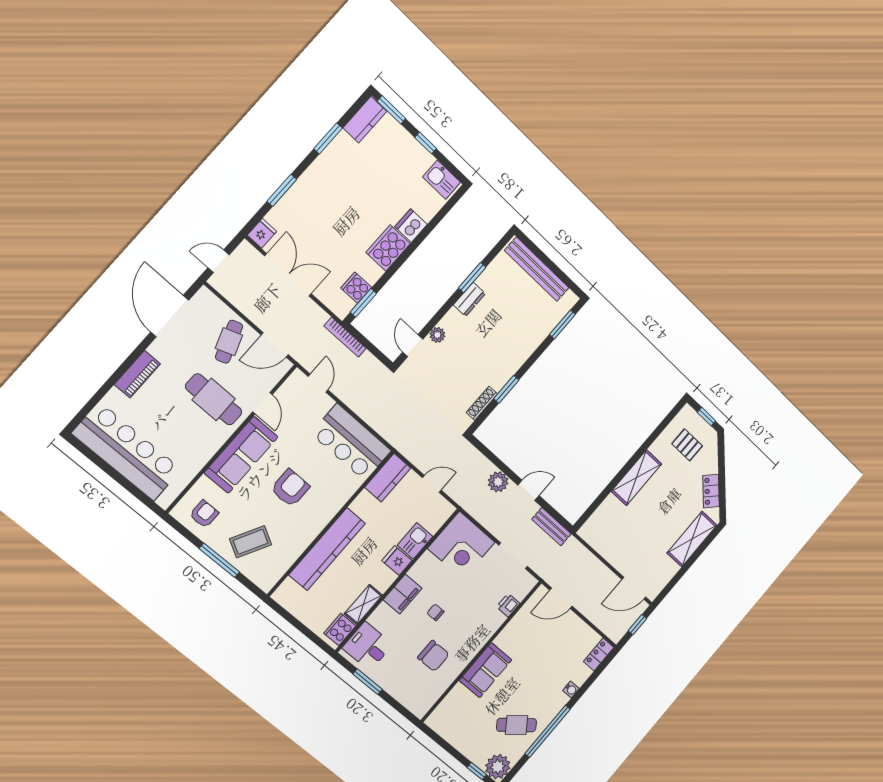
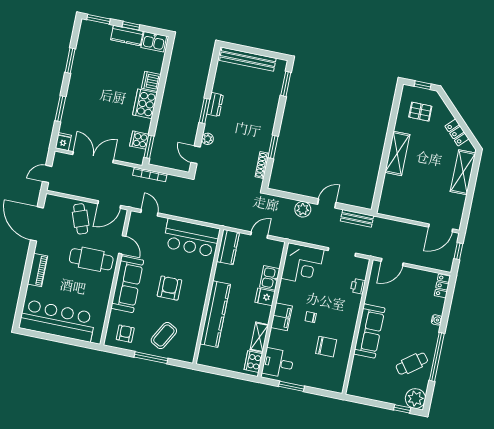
kitchen counter: (365, 120) -> (127, 35), moved, turned 90
window: (472, 278) -> (205, 111), moved
sofa: (486, 670) -> (369, 331), width x1.36

